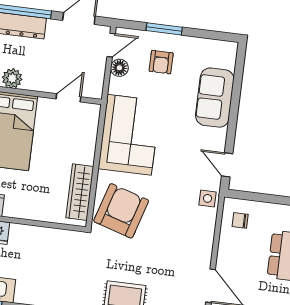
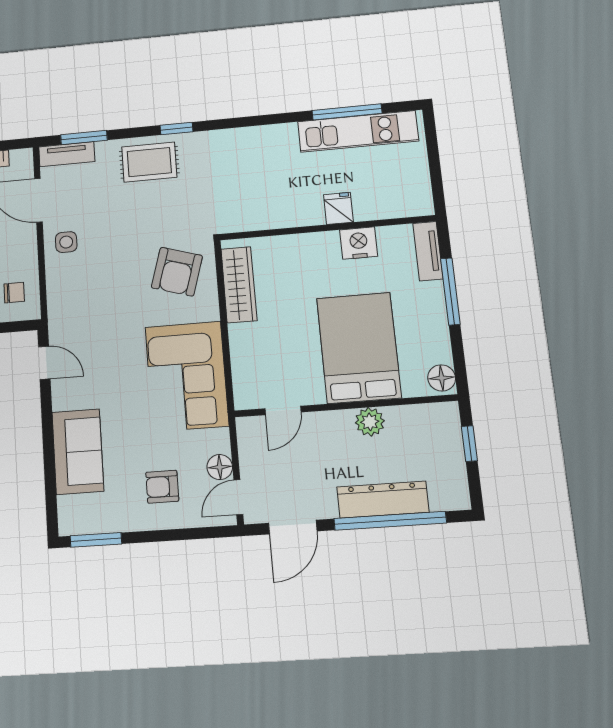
window: (164, 29) -> (96, 540), moved
armchair: (161, 62) -> (162, 487), turned -90
side table: (208, 198) -> (66, 242), moved
armchair: (121, 211) -> (177, 272), width x0.73, depth x0.73

